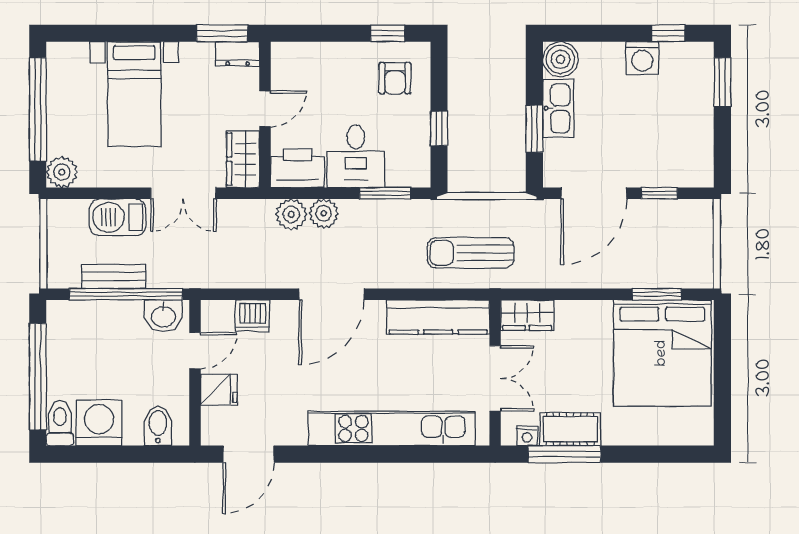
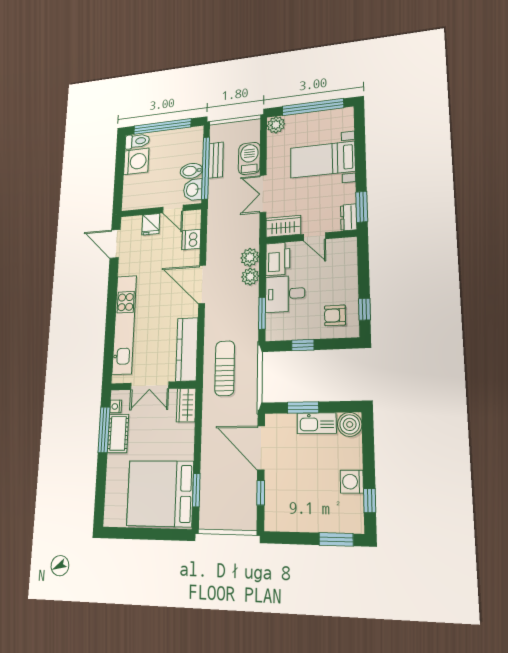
bidet: (158, 426) -> (191, 171), moved, turned 180

